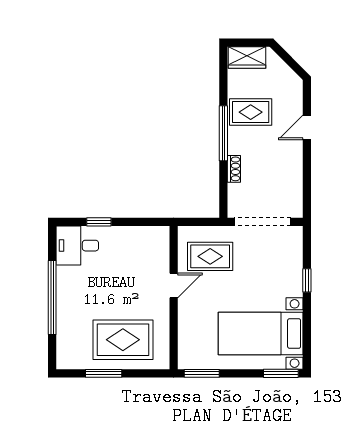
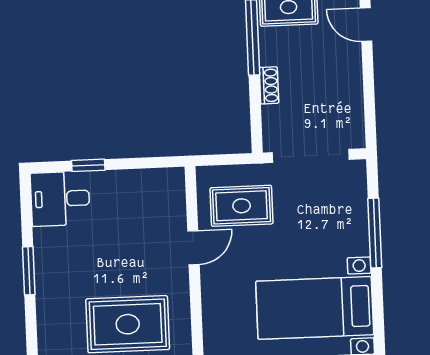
door: (307, 127) -> (366, 25), hinge flipped
window: (307, 280) -> (375, 233), width x2.17
window: (52, 297) -> (29, 271), width x0.47

